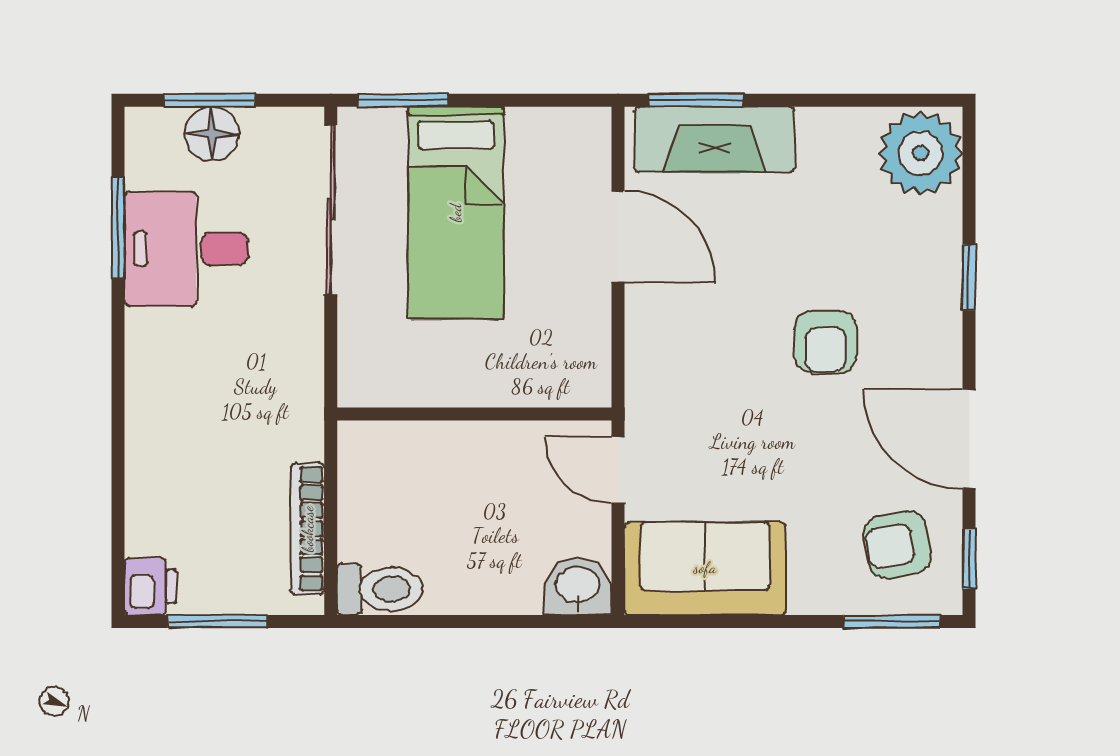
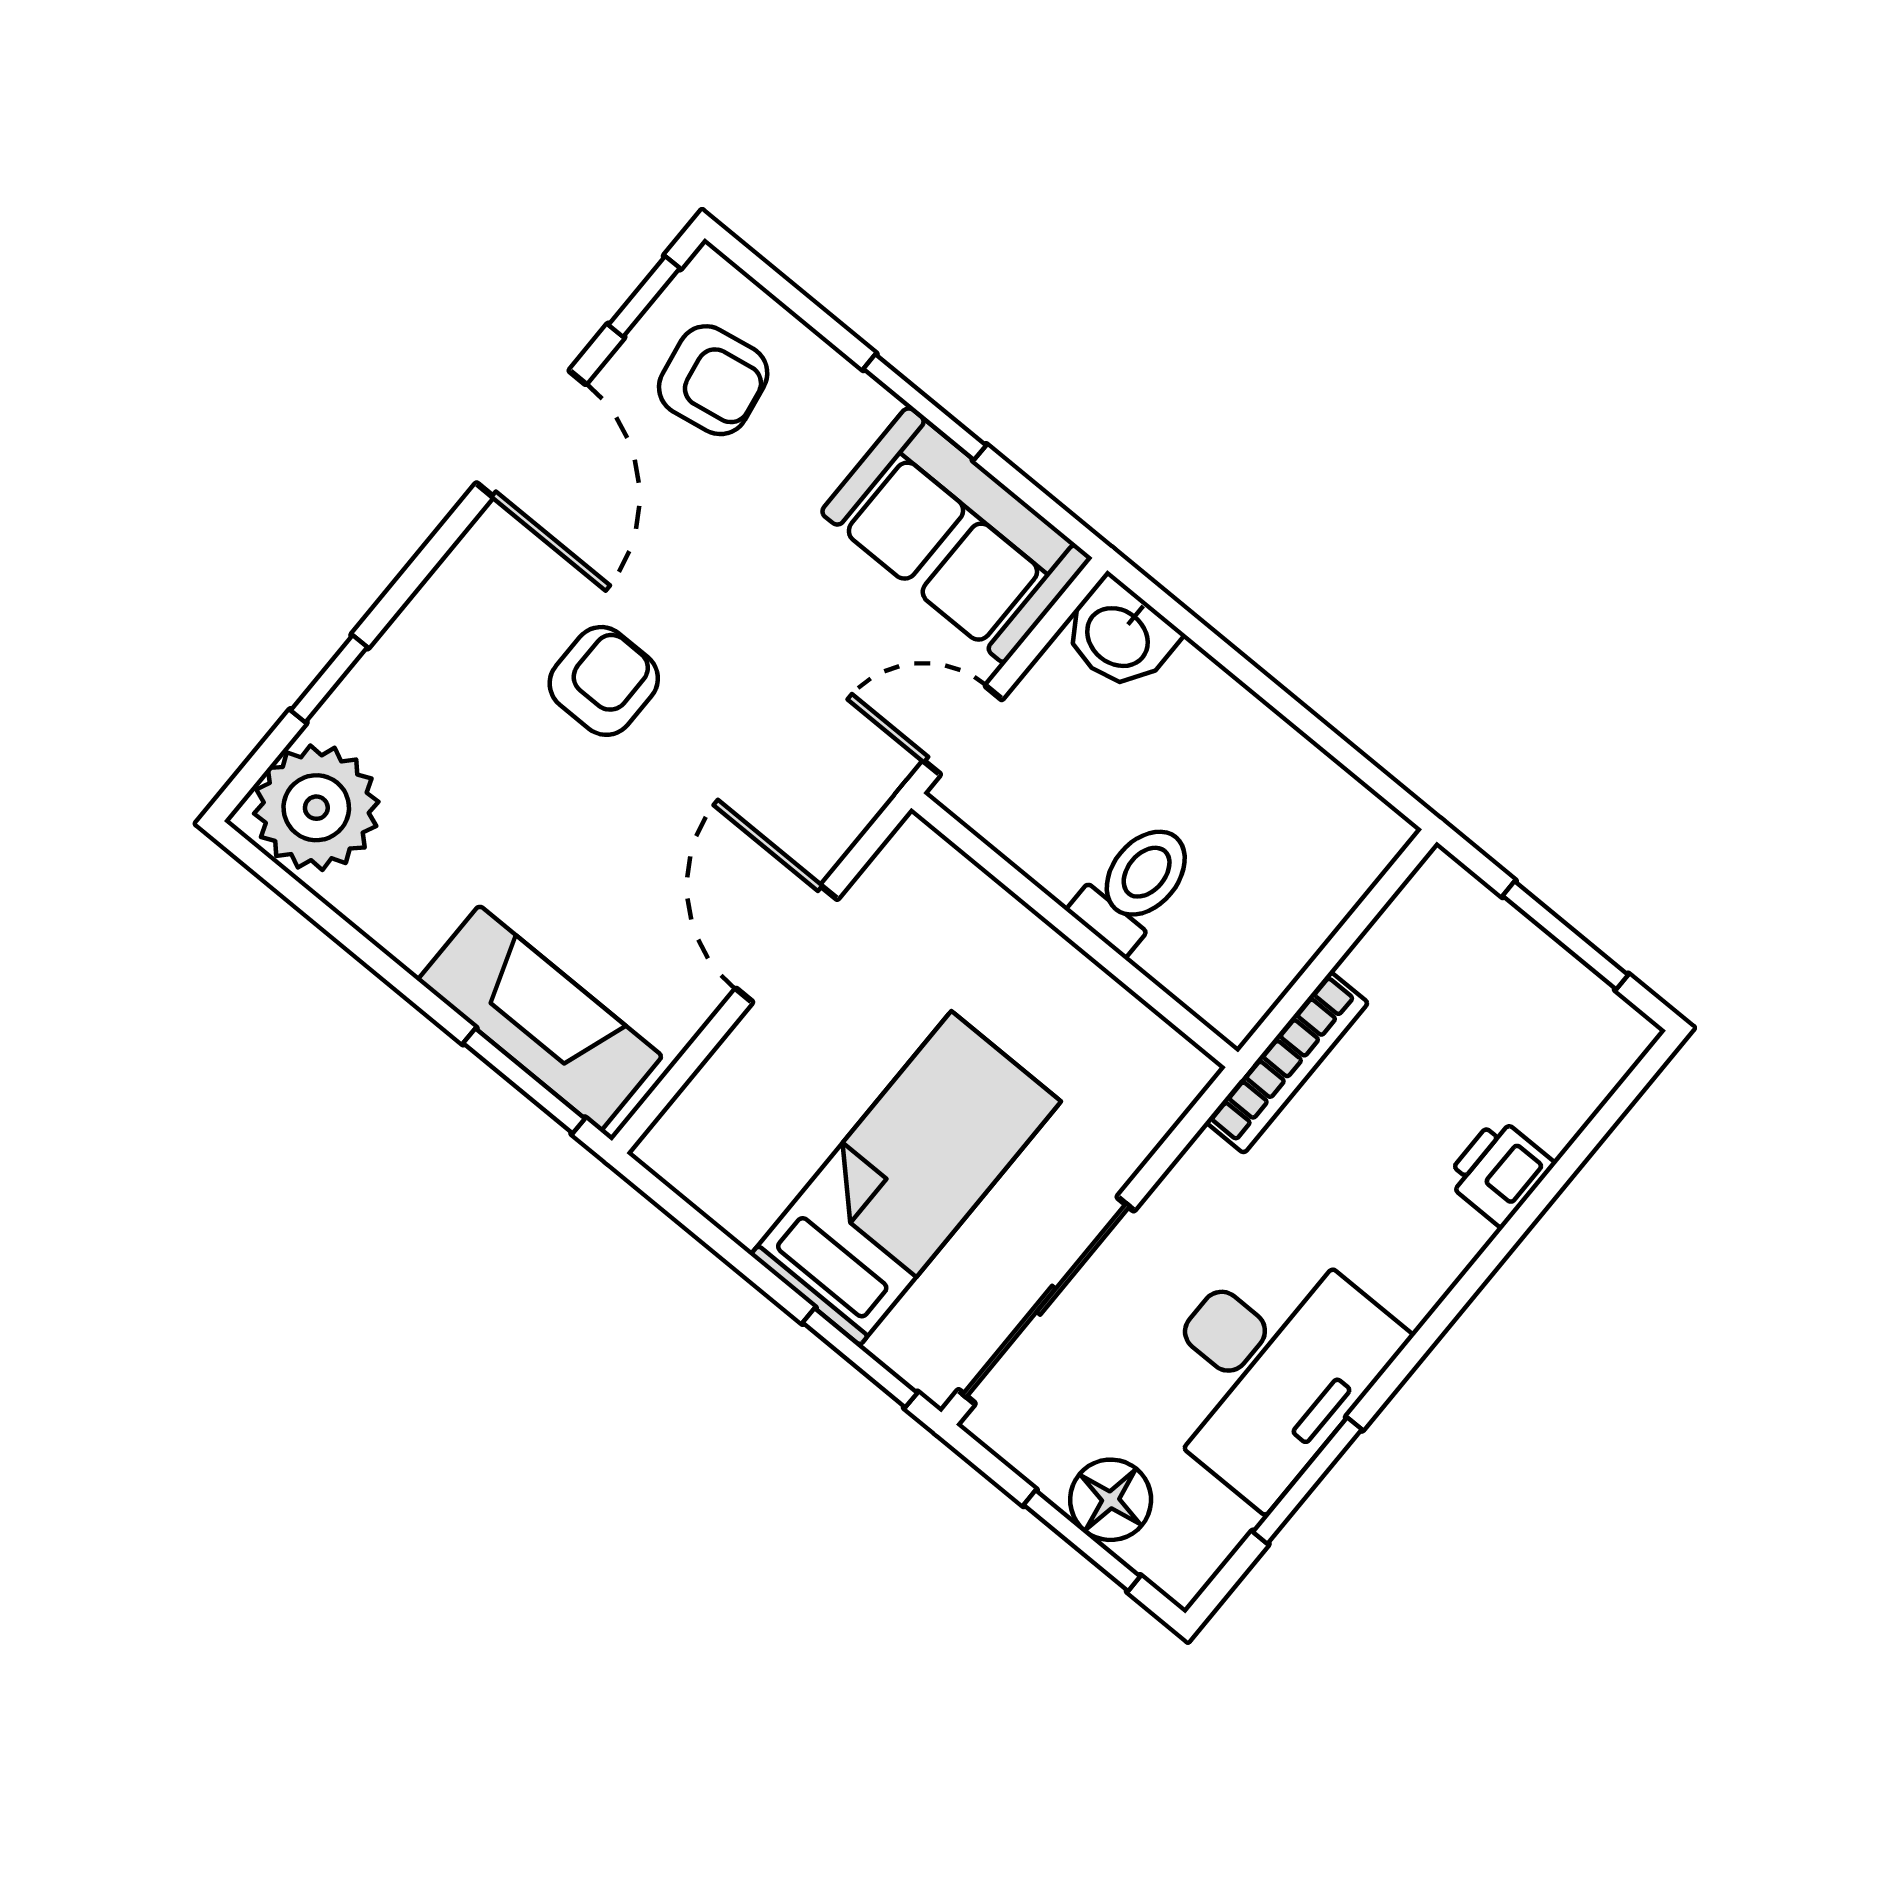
door: (618, 237) -> (787, 944), moved
desk: (186, 249) -> (1269, 1367), width x1.37
window: (969, 277) -> (329, 679), moved
door: (618, 470) -> (963, 730), swing flipped
bookcase: (308, 529) -> (1287, 1062), moved
printer: (150, 586) -> (1499, 1172), moved
toilet: (380, 589) -> (1135, 886), moved, turned 90
window: (892, 621) -> (925, 407), moved

